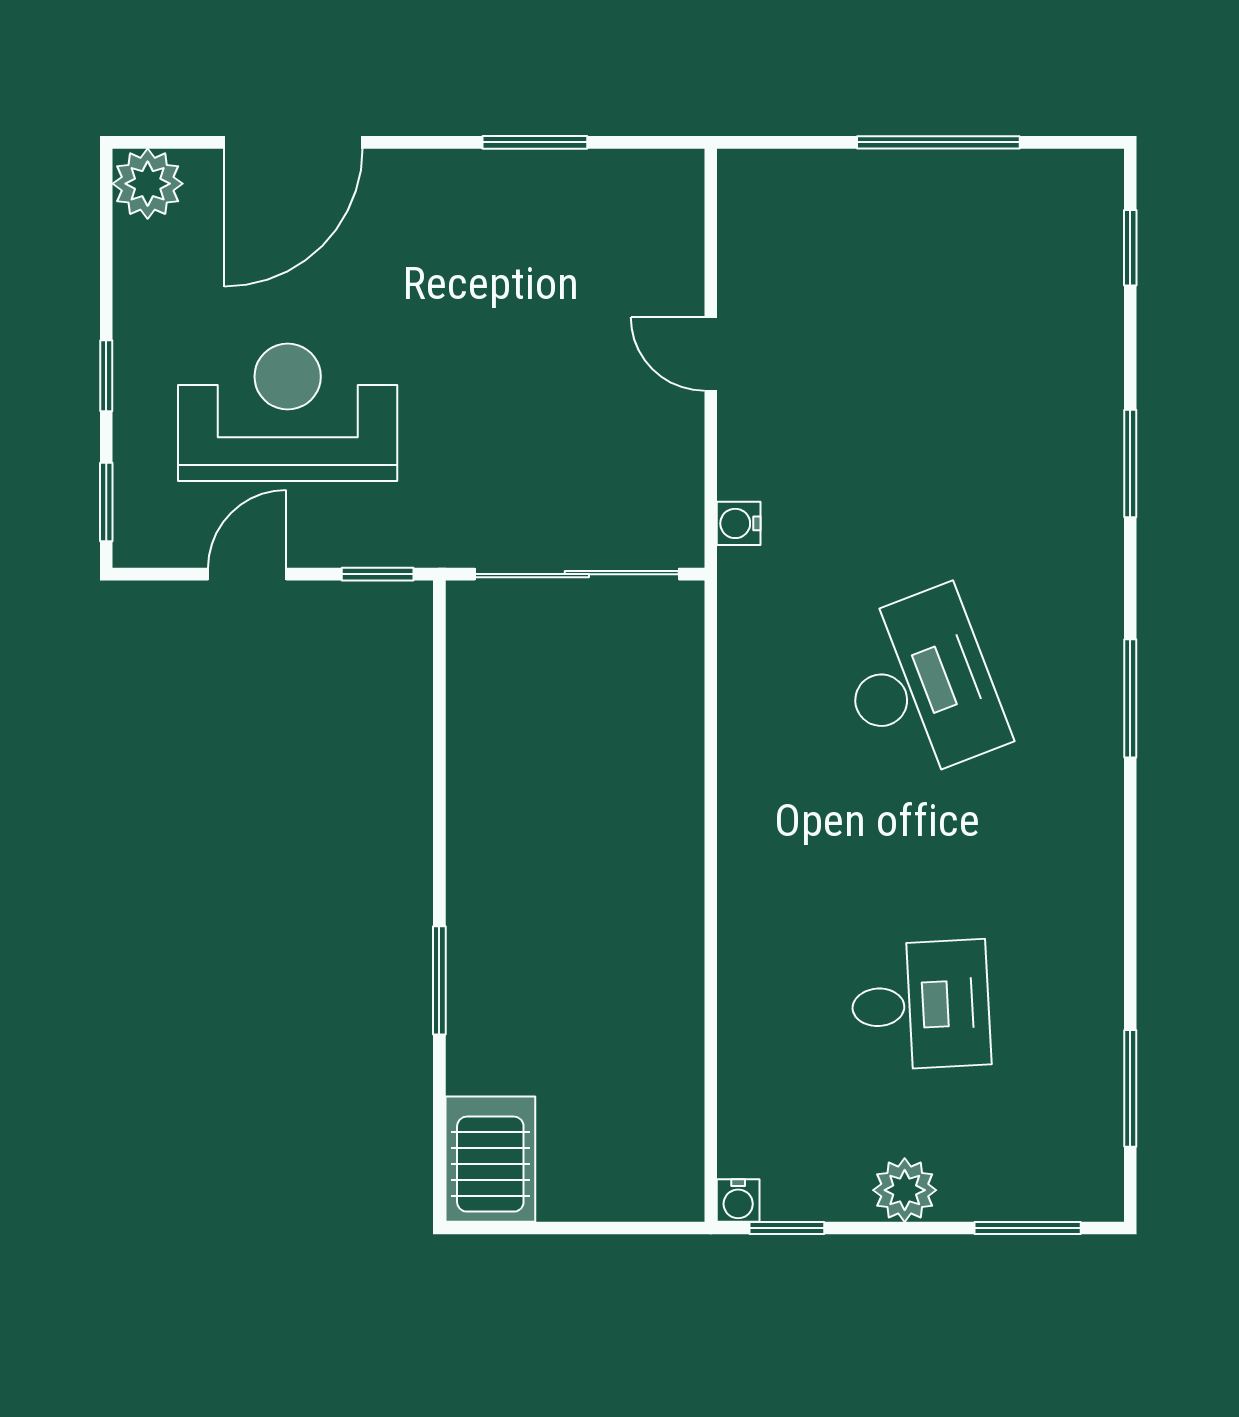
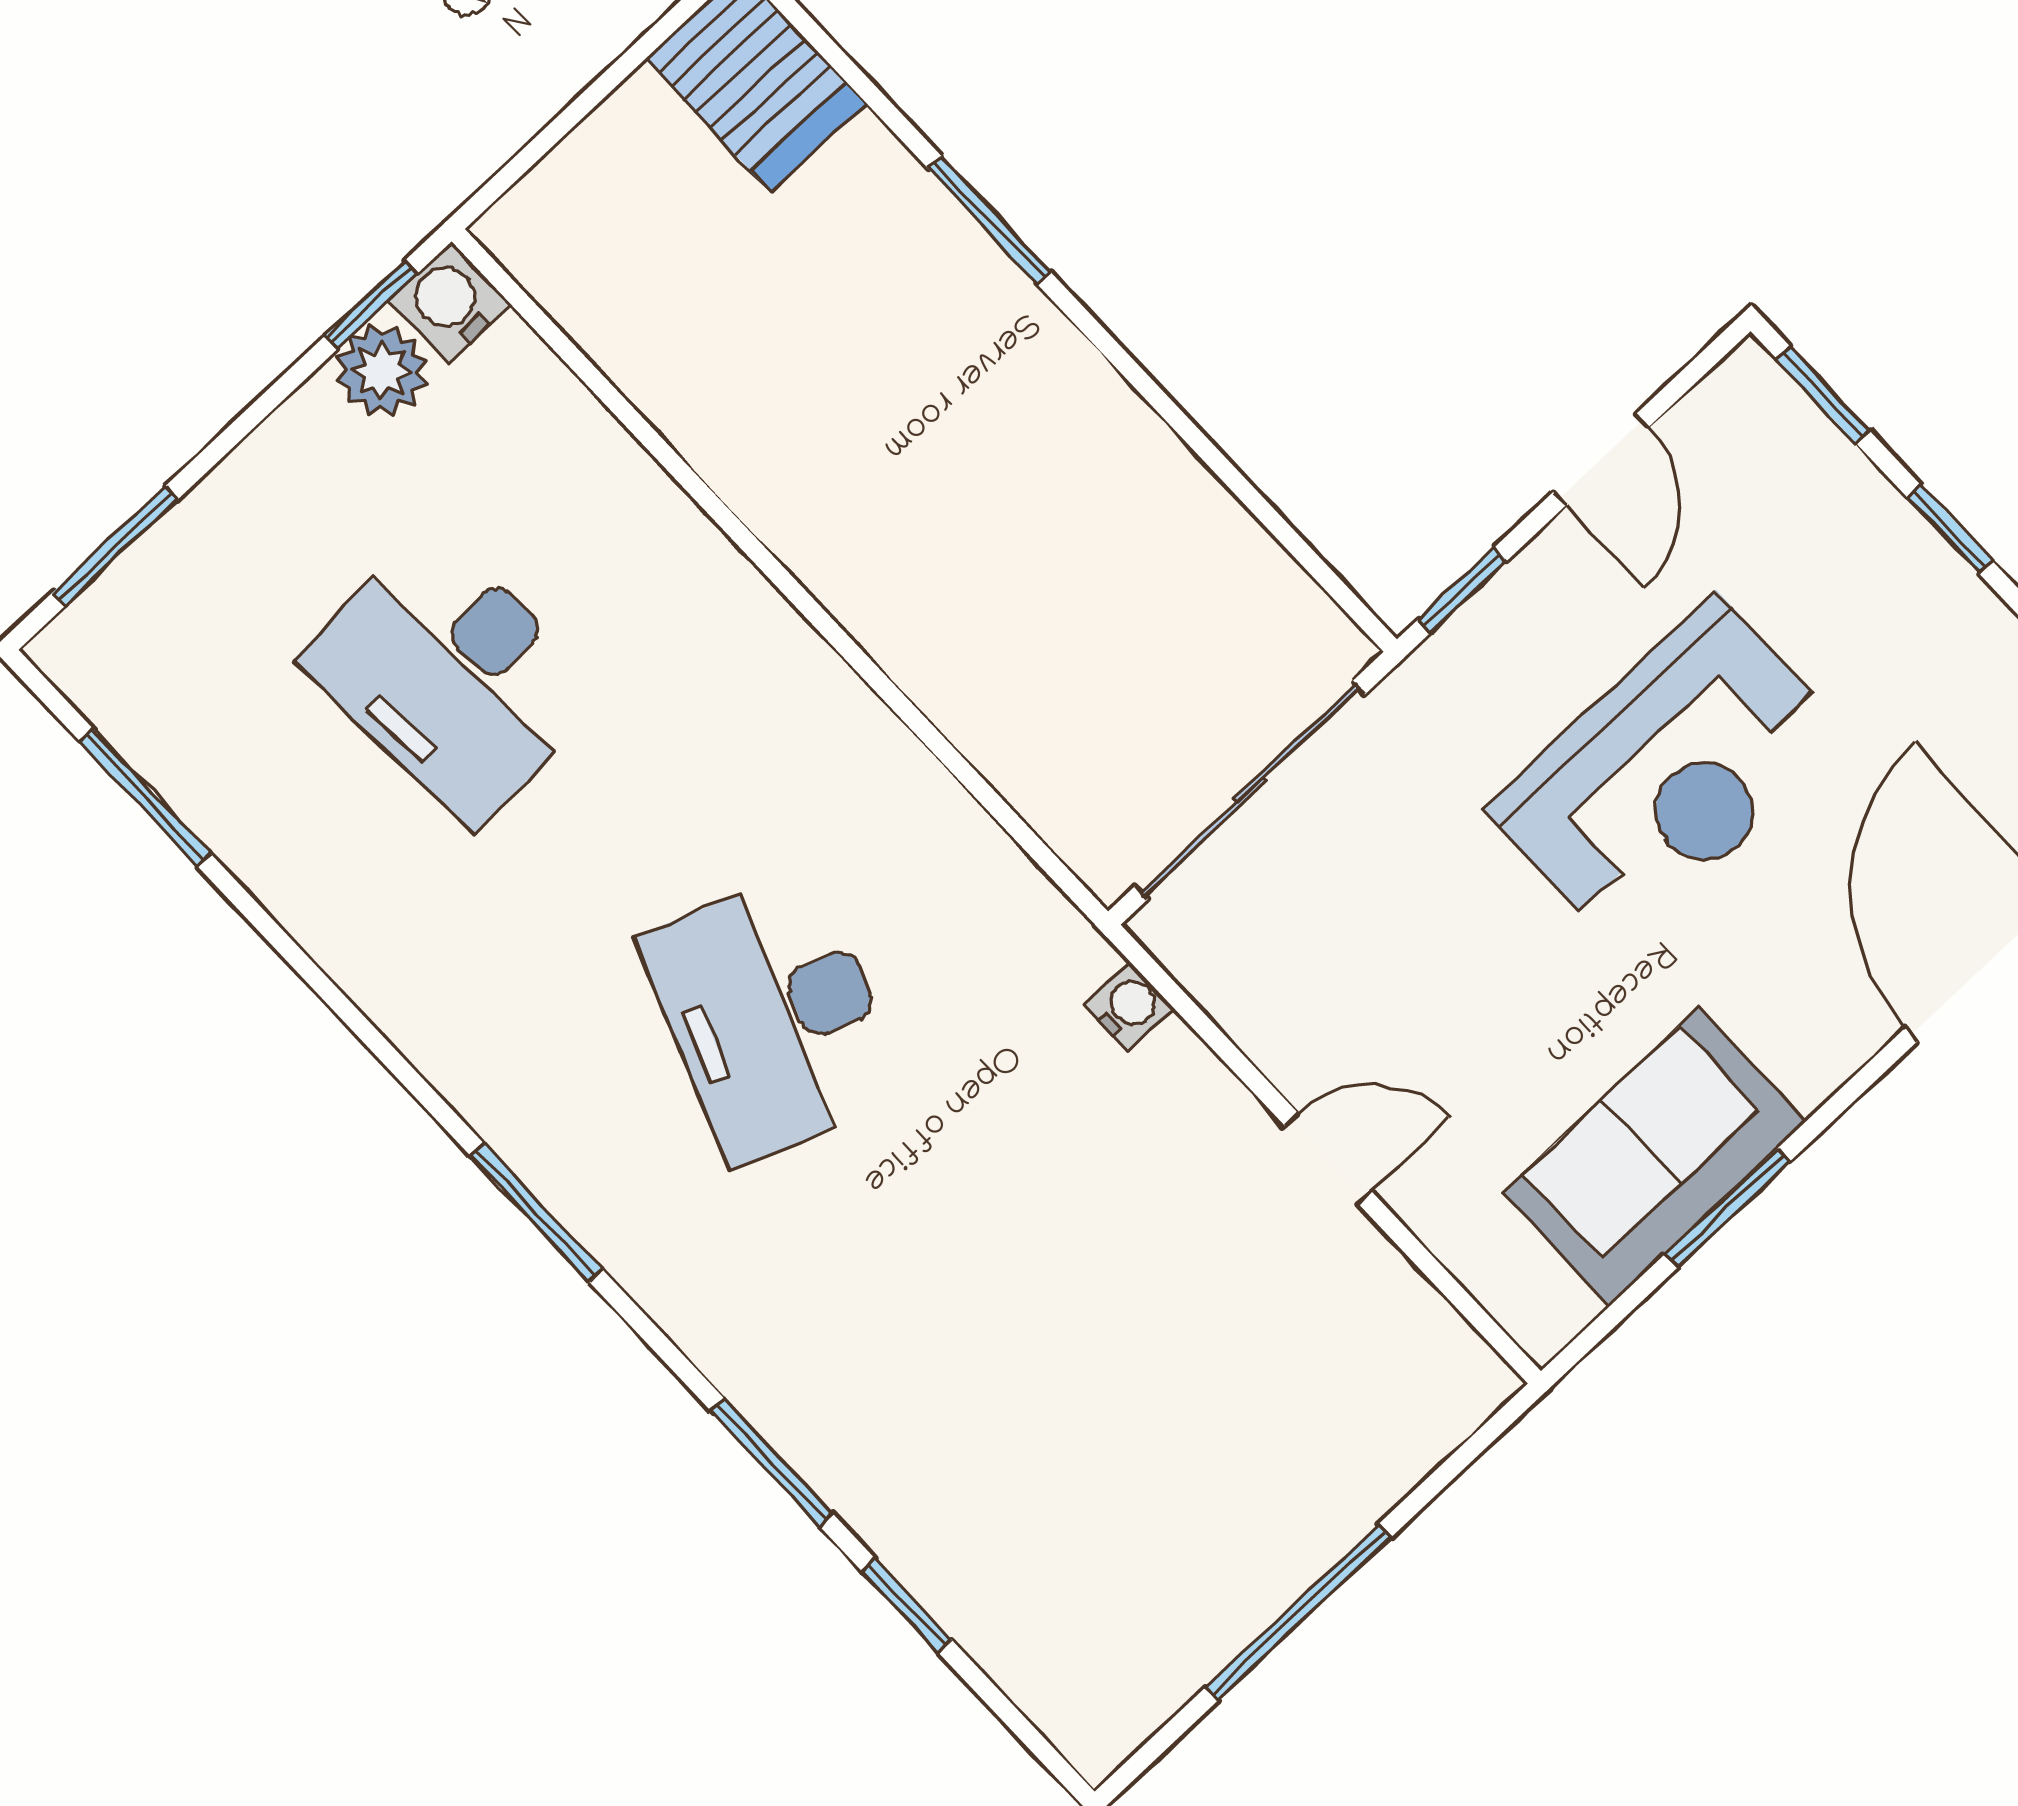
sofa: (548, 202) -> (1655, 1157), added
window: (1130, 248) -> (907, 1606), moved
reception desk: (288, 412) -> (1668, 773), moved
desk: (920, 685) -> (773, 1017), turned 42
desk: (920, 1005) -> (452, 676), width x1.37
plant: (905, 1190) -> (382, 371), moved
water cooler: (738, 1201) -> (450, 302), width x1.38, depth x1.38

